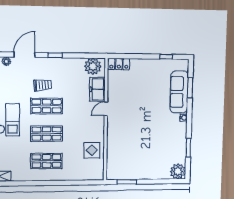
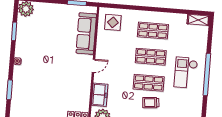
sofa: (179, 92) -> (86, 34), moved, turned 180
door: (106, 109) -> (93, 66), moved
display table: (92, 150) -> (113, 22), moved

